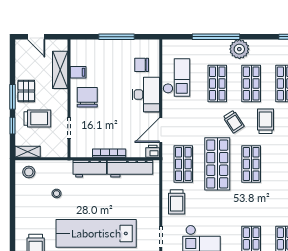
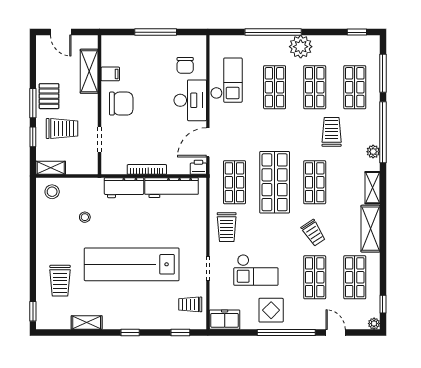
chair: (142, 65) -> (185, 65), turned -90
chair: (87, 97) -> (121, 104), turned 90
trolley: (234, 122) -> (313, 233), moved

